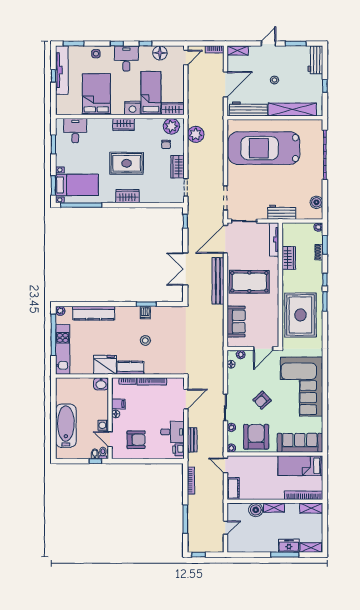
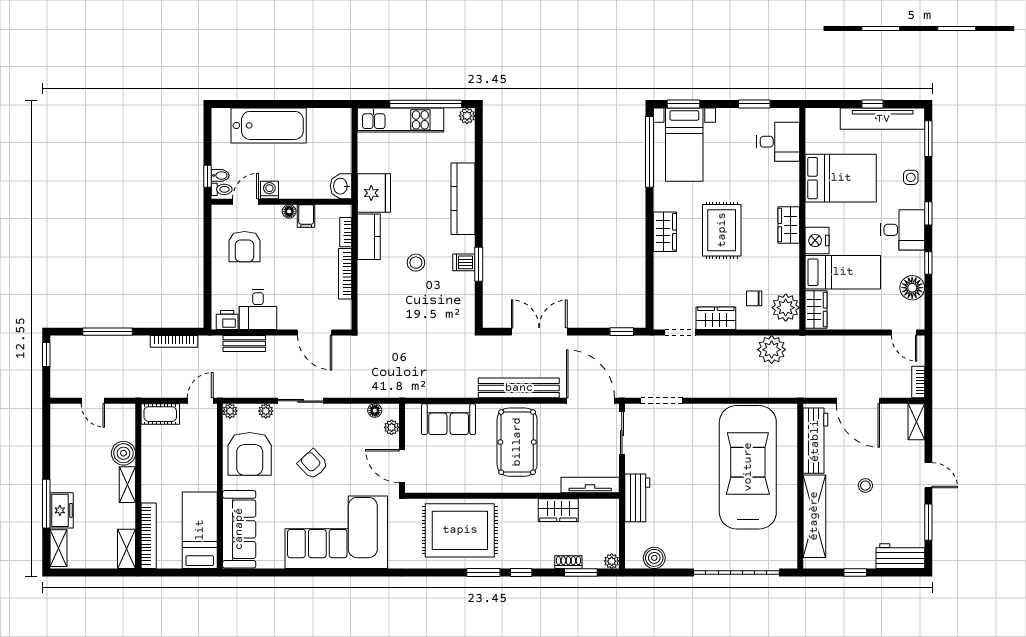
kitchen counter: (94, 313) -> (463, 199), moved
armchair: (256, 437) -> (250, 454), turned 90

